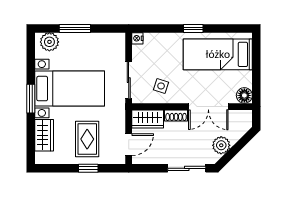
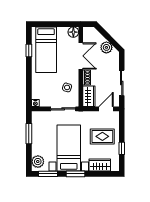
window: (75, 28) -> (29, 134), moved
window: (193, 28) -> (29, 50), moved
window: (31, 57) -> (48, 174), added
door: (129, 145) -> (106, 109), hinge flipped
window: (88, 168) -> (122, 148), moved
sliding door: (187, 168) -> (122, 83), moved

